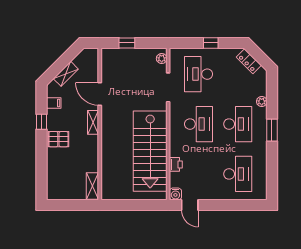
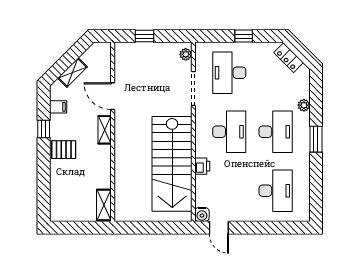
printer: (176, 164) -> (202, 166), moved

